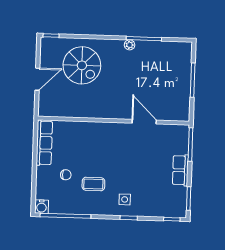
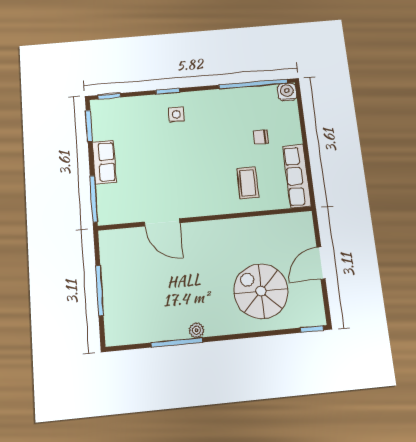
coffee table: (93, 184) -> (248, 183), moved, turned 90

